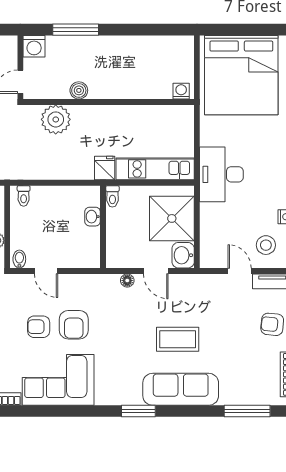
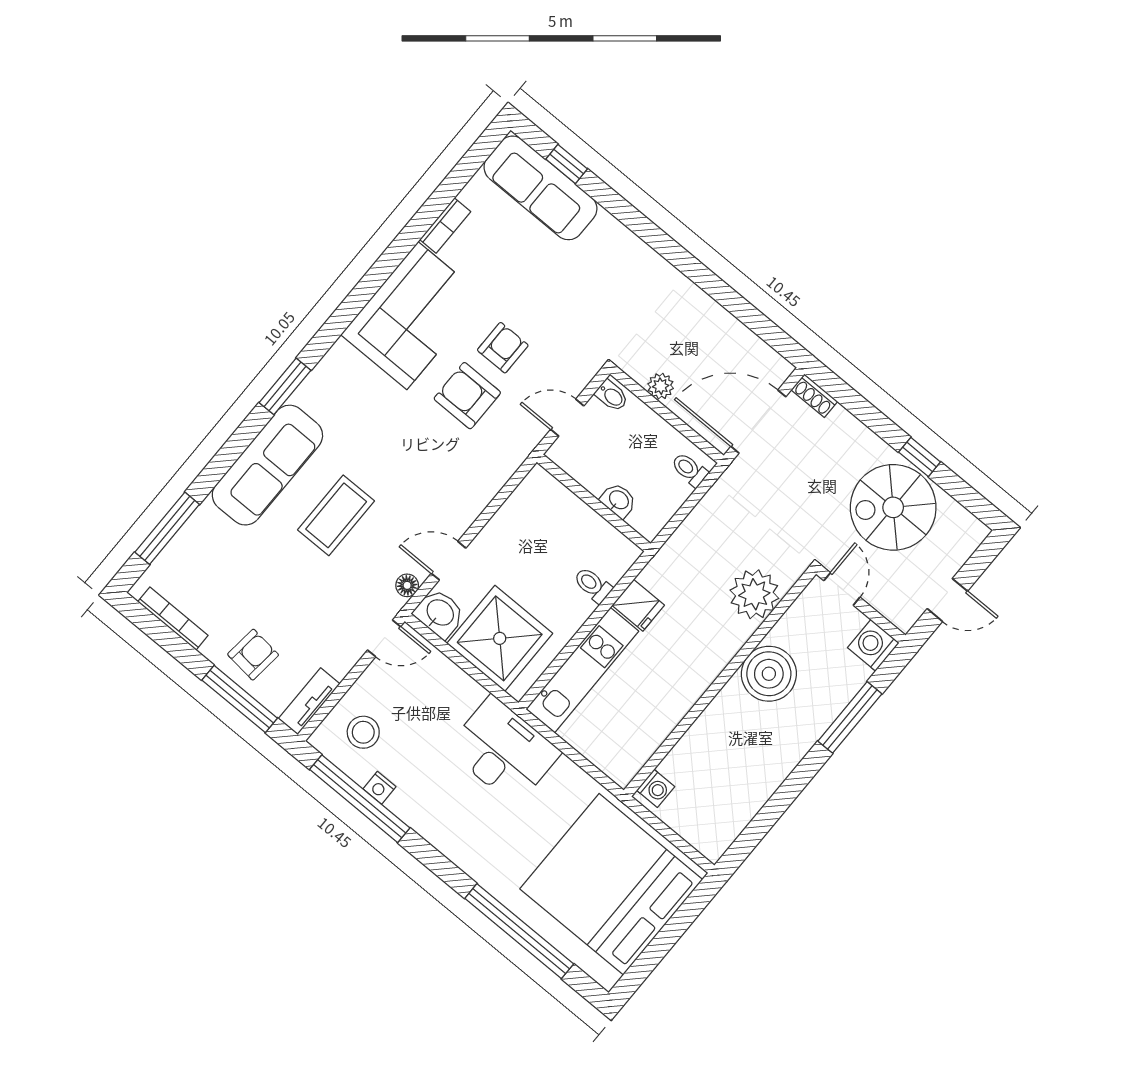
boiler: (79, 90) -> (769, 674), width x1.86, depth x1.86
washbasin: (93, 217) -> (618, 500), moved
wall: (103, 227) -> (594, 503), moved
door: (240, 271) -> (384, 638), moved
floor lamp: (127, 281) -> (407, 585), moved

